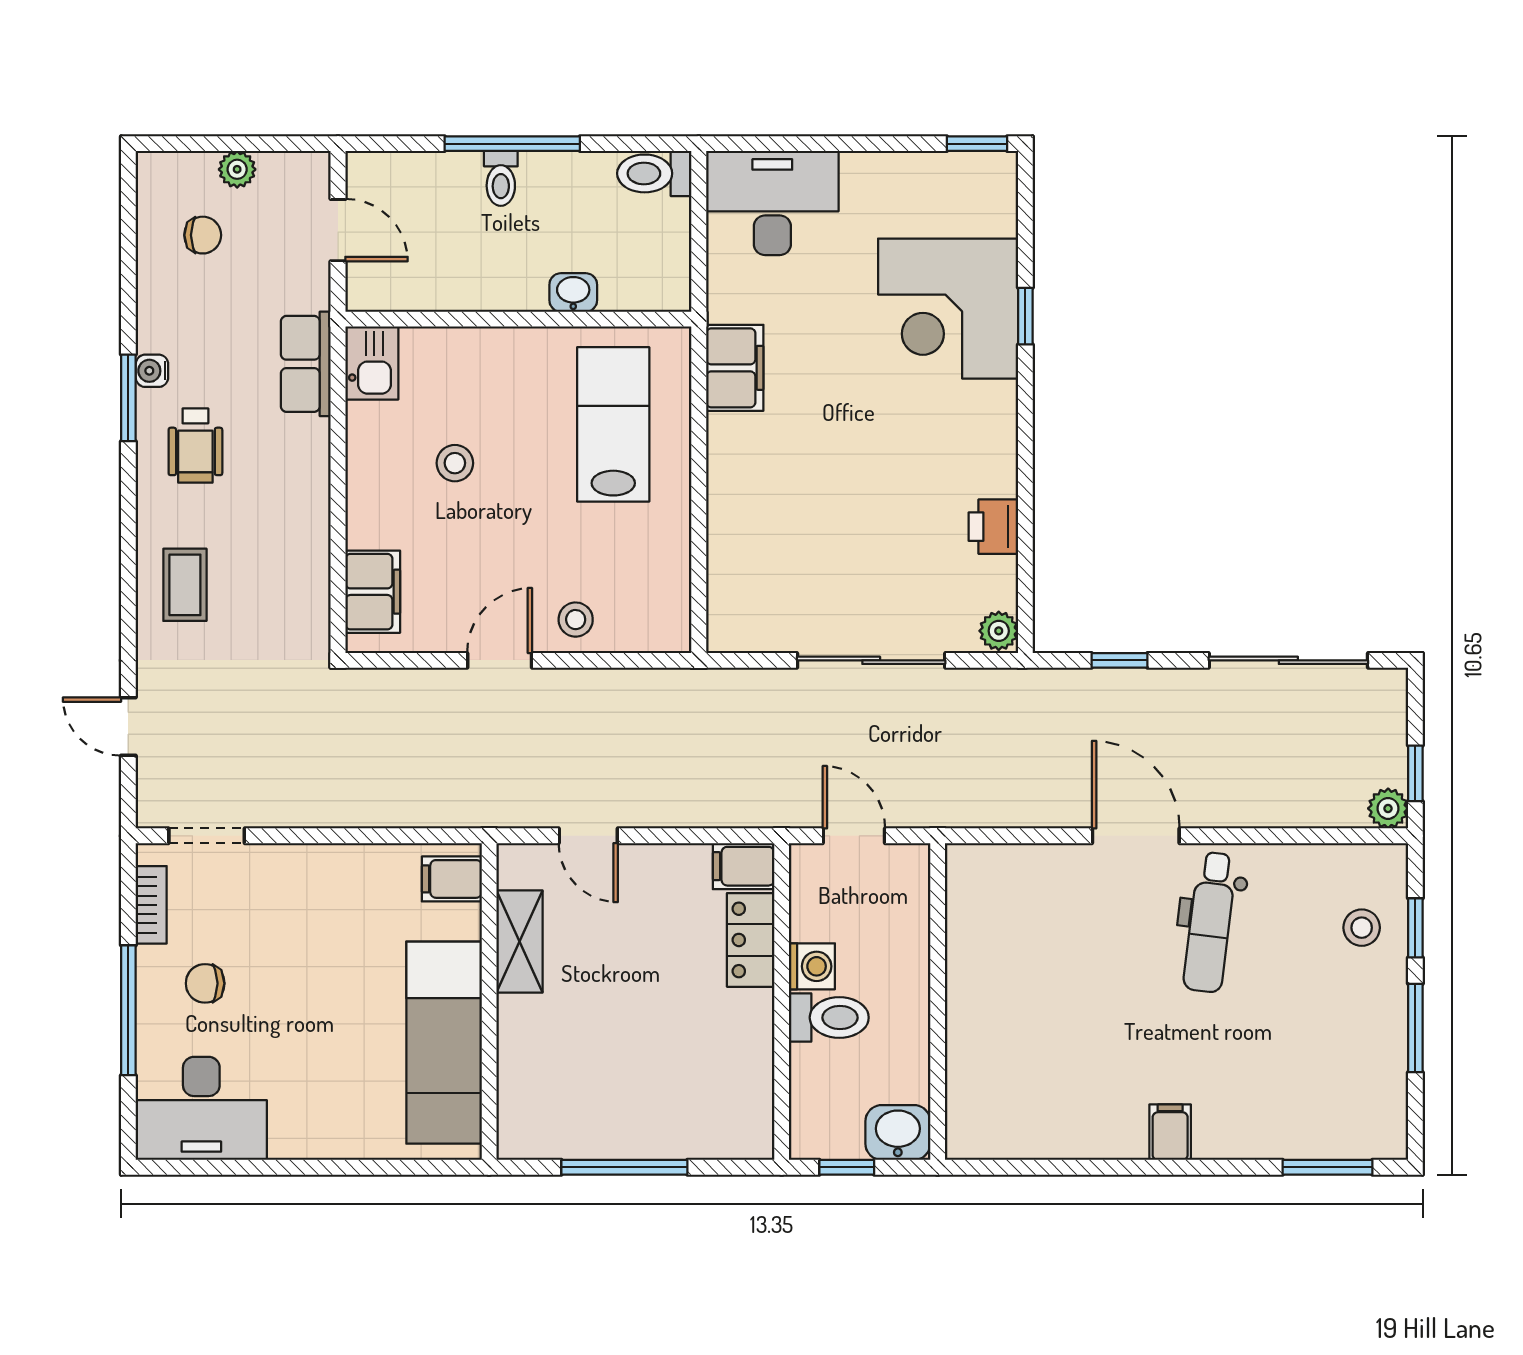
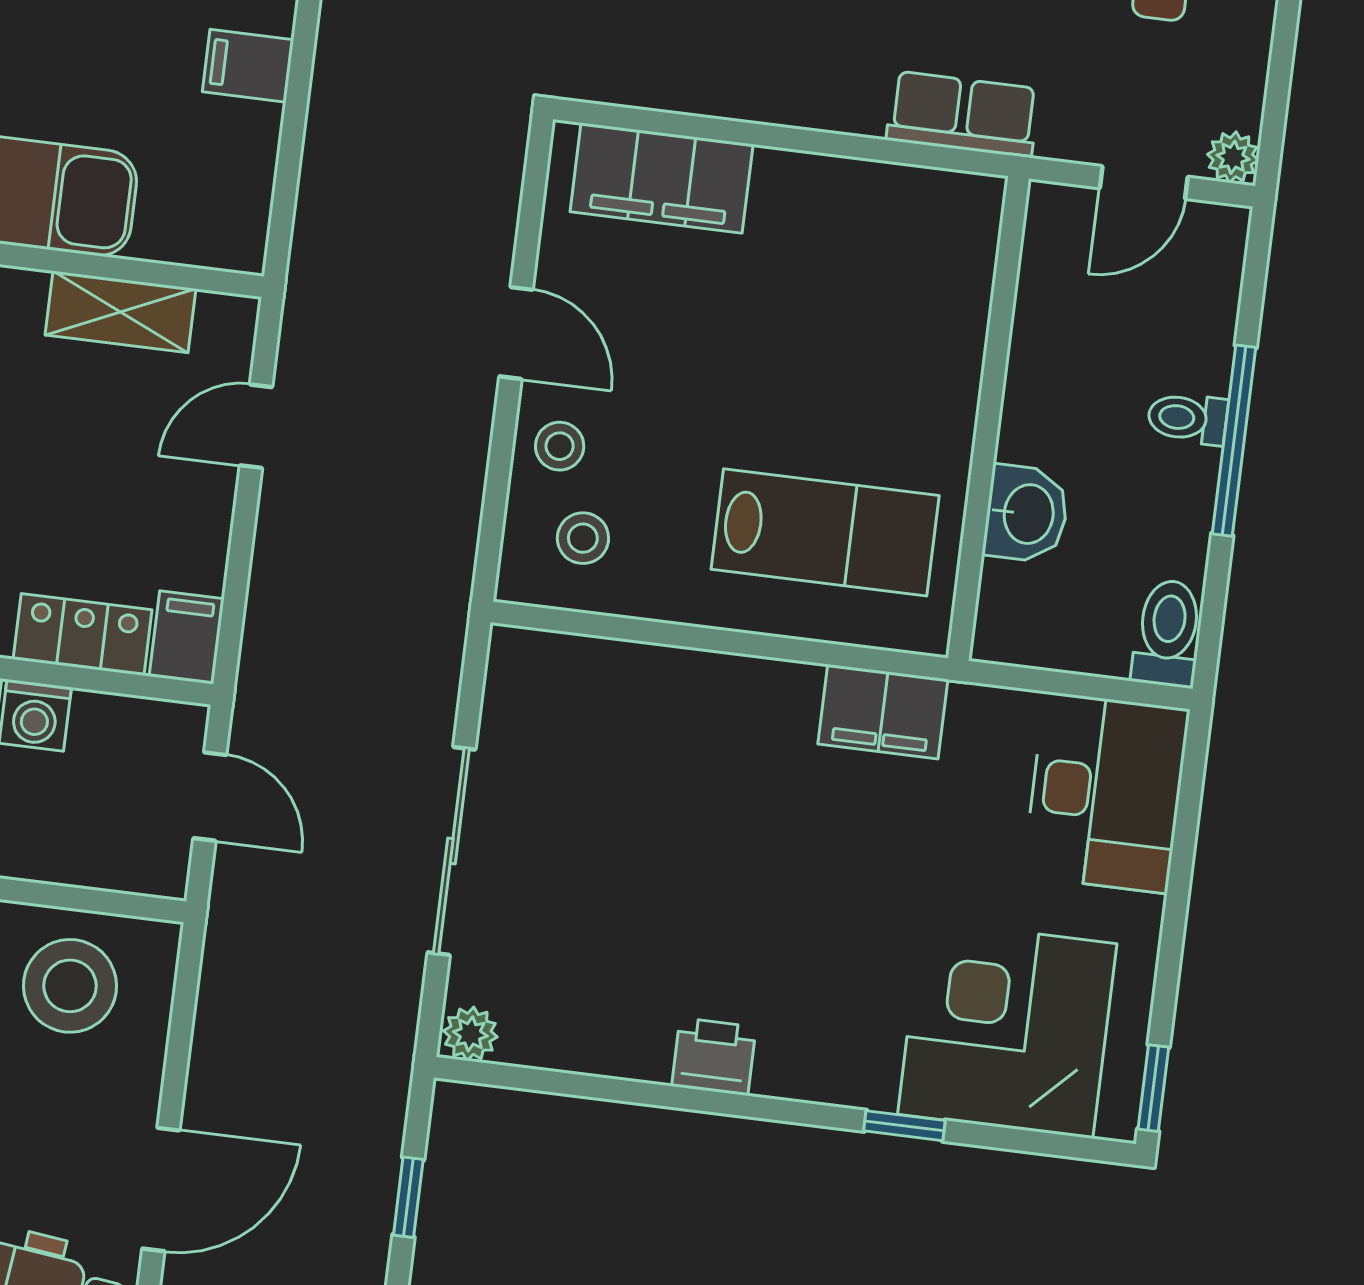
plant: (237, 169) -> (1233, 157), moved
washbasin: (573, 292) -> (1026, 514), width x1.38, depth x1.45
corner desk: (948, 309) -> (1007, 1029), moved
kitchen sink: (372, 363) -> (953, 207), removed
stool: (455, 463) -> (583, 538), moved
printer: (993, 527) -> (714, 1057), moved
filing cabinet: (373, 592) -> (662, 178), width x1.50, depth x1.17
door: (854, 836) -> (210, 797), hinge flipped
filing cabinet: (452, 879) -> (248, 66), moved, turned -90
stool: (1000, 918) -> (70, 986), added

